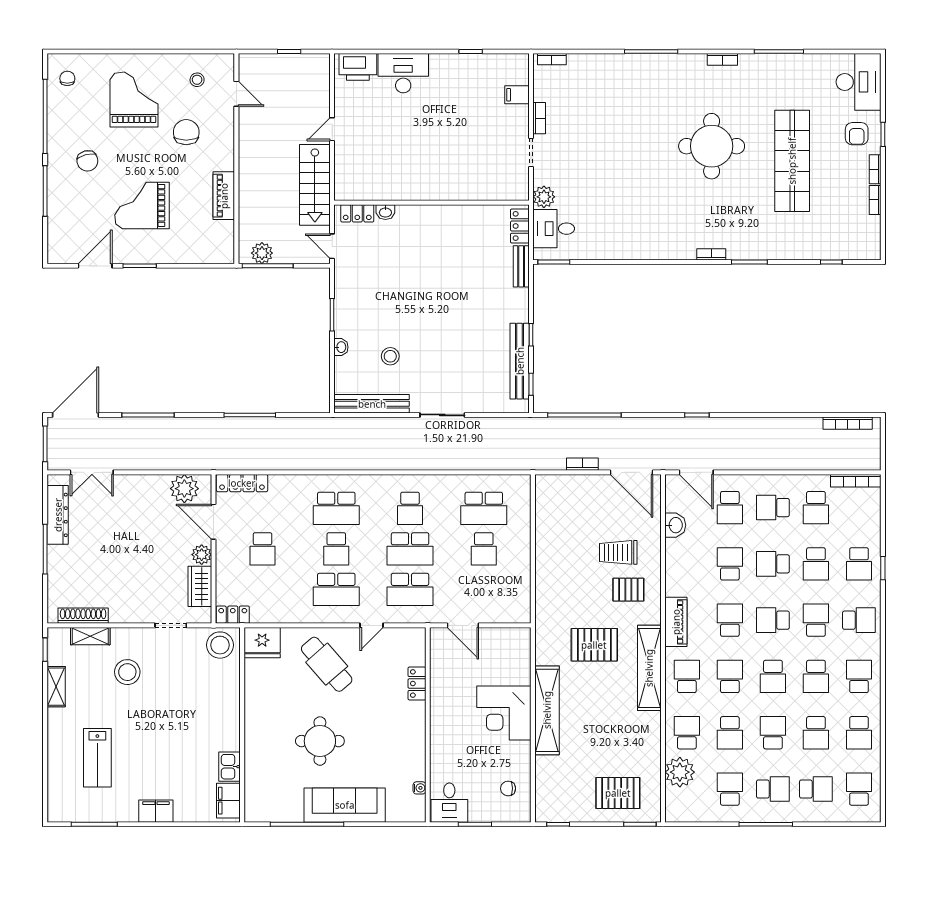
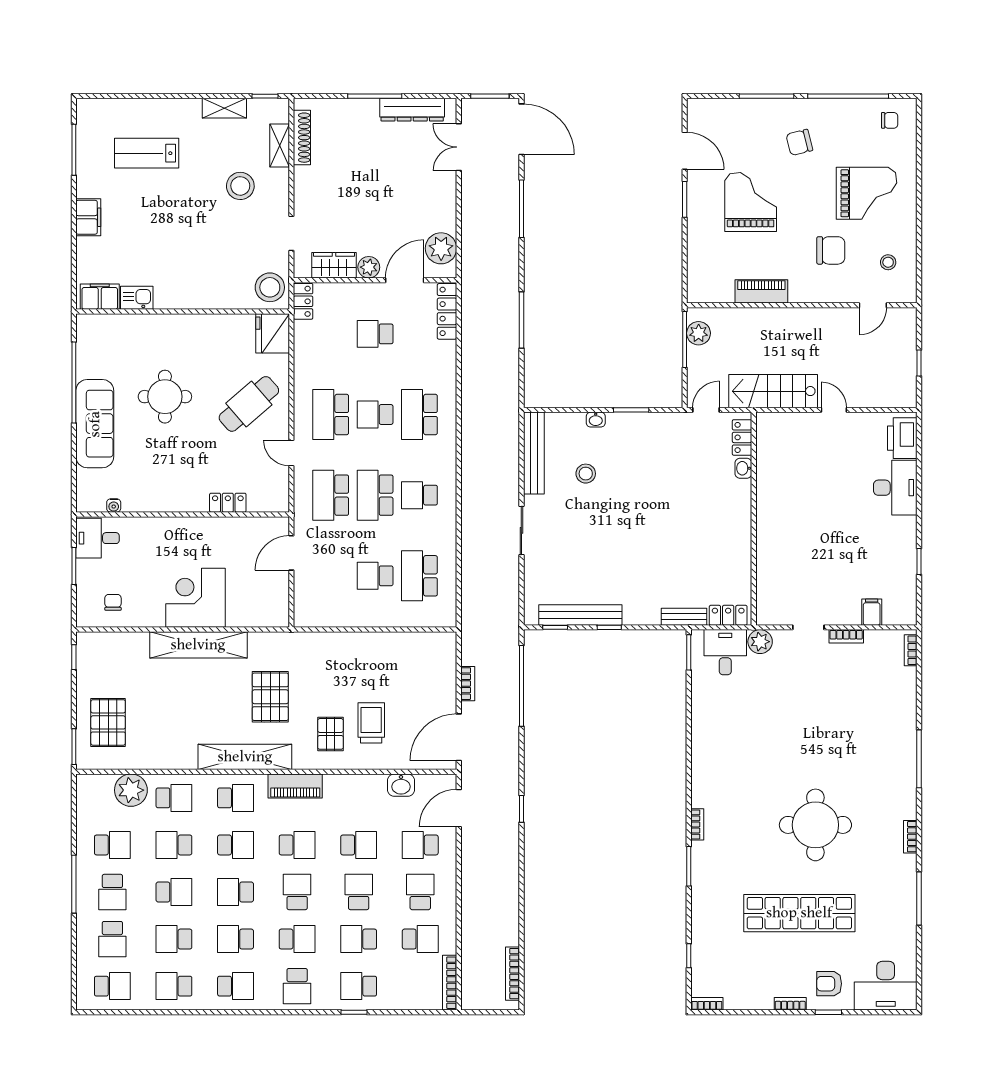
bookcase: (875, 200) -> (707, 1004), moved
school desk: (816, 508) -> (420, 939), turned 180

